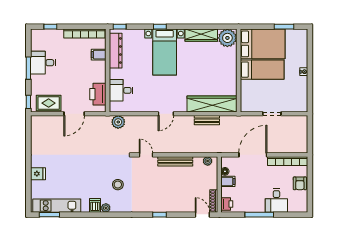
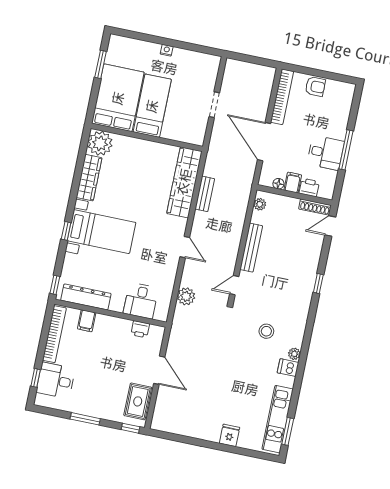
desk: (43, 63) -> (56, 380), moved, turned 90
printer: (98, 94) -> (140, 329), width x0.53, depth x0.68
plant: (118, 122) -> (186, 296), moved
desk: (276, 200) -> (326, 153), moved
printer: (227, 204) -> (309, 188), moved

